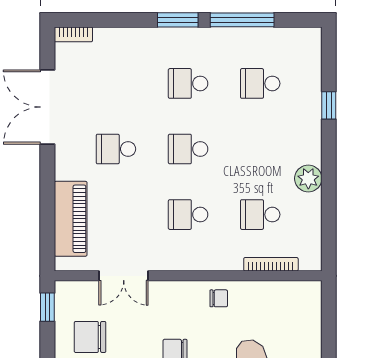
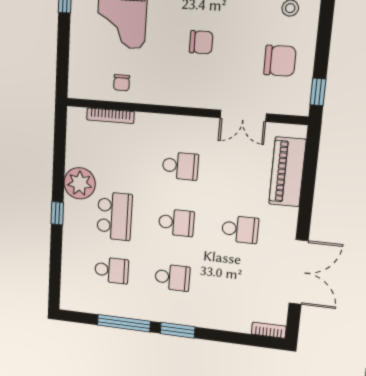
window: (329, 105) -> (57, 213), moved
plant: (308, 178) -> (80, 183), width x1.36, depth x1.36
school desk: (260, 215) -> (114, 216), moved, width x1.85
double door: (124, 276) -> (243, 116), swing flipped
chair: (219, 298) -> (122, 83), moved, turned -90

